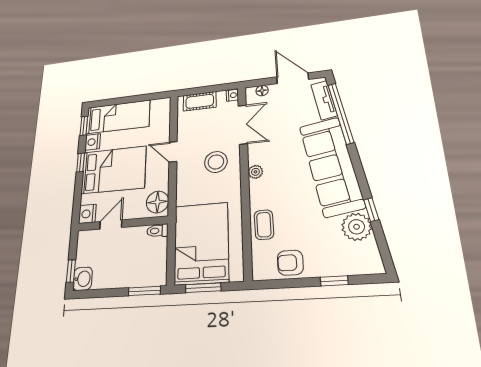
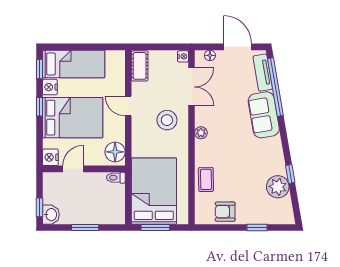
cot: (200, 101) -> (140, 66), moved, turned 90
sofa: (331, 166) -> (264, 115), width x0.54, depth x0.79
window: (144, 291) -> (85, 228), moved

